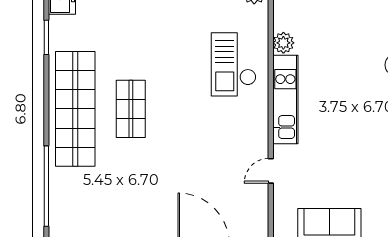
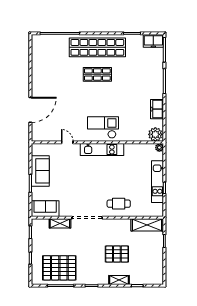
plant: (283, 43) -> (129, 149), removed
checkout: (234, 64) -> (103, 127), moved

